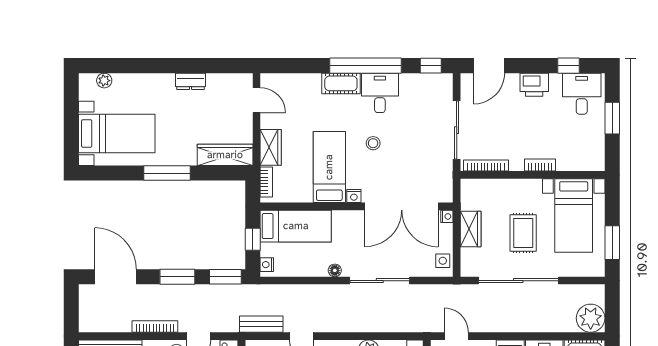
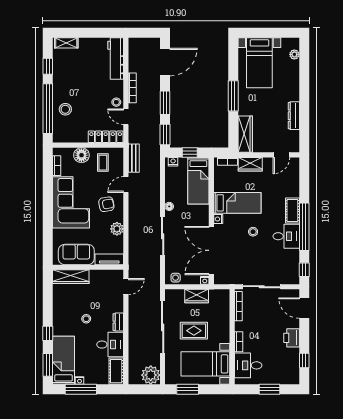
dresser: (191, 81) -> (294, 116), width x1.44
desk: (582, 94) -> (248, 365), moved, turned 180
plant: (591, 318) -> (151, 375), moved

